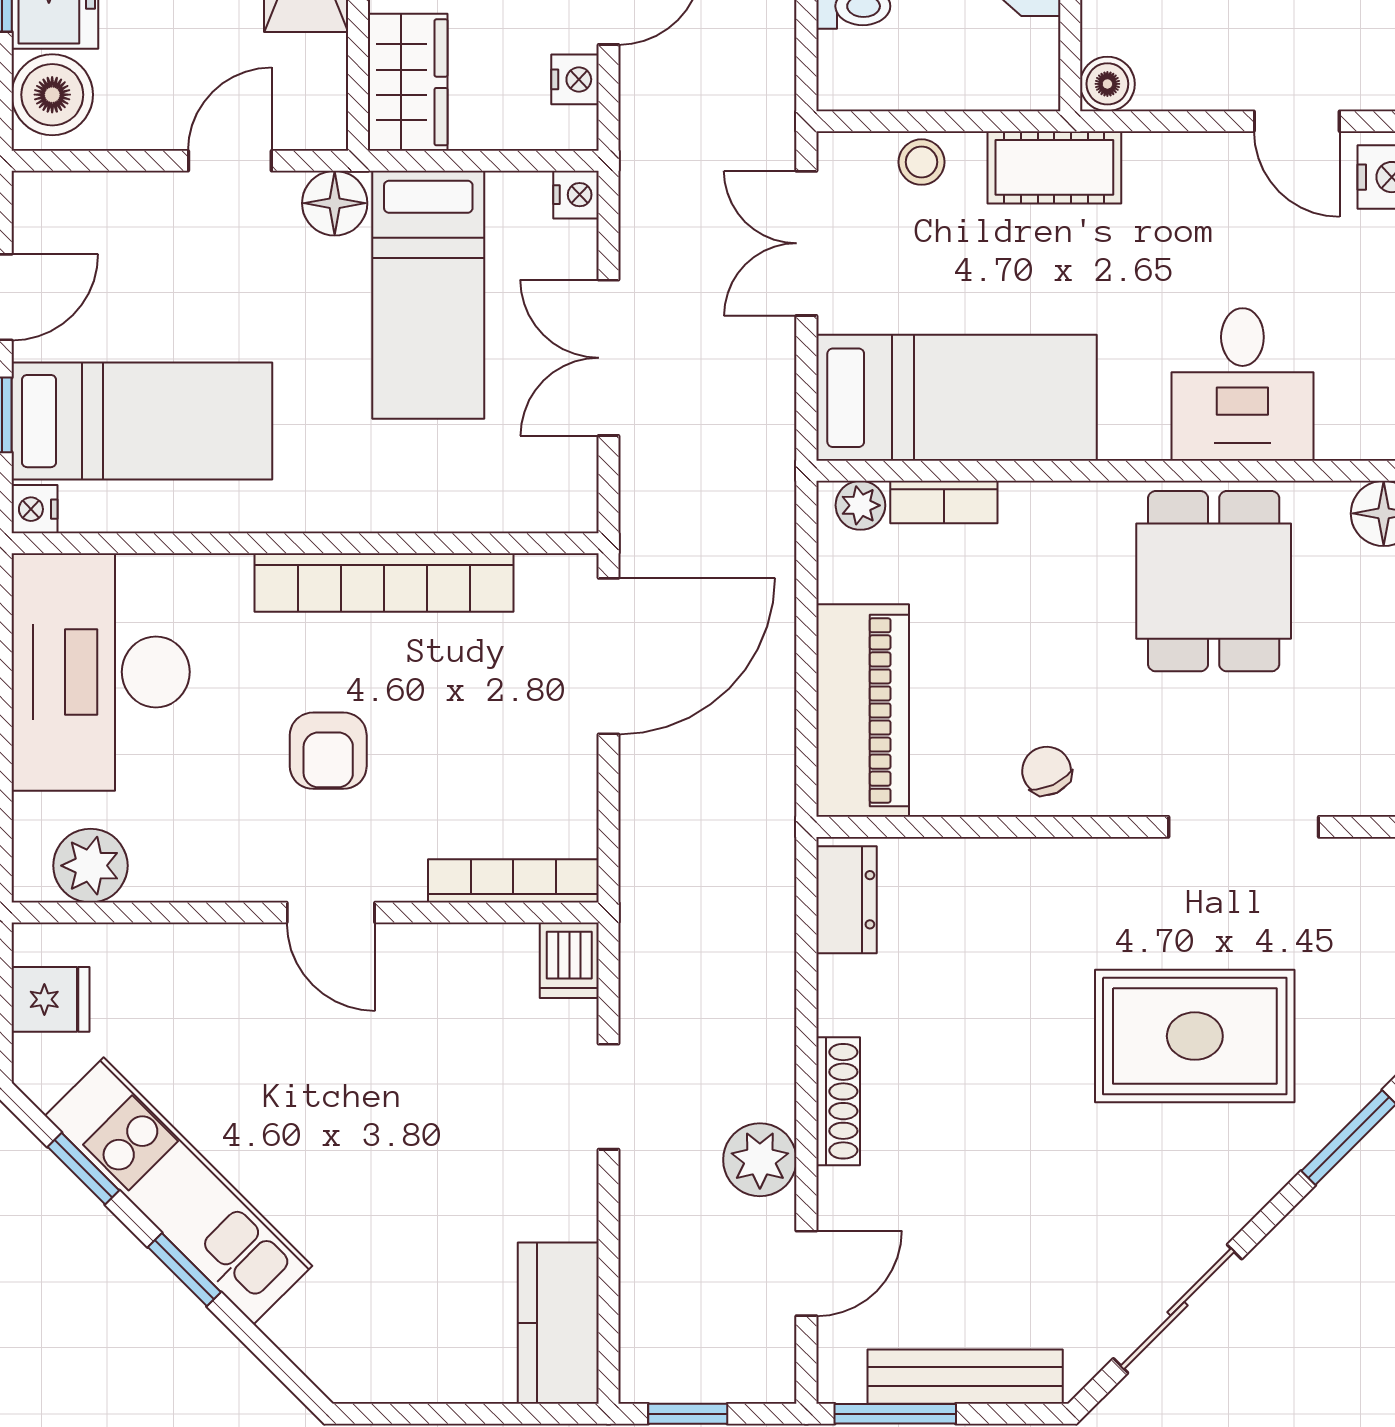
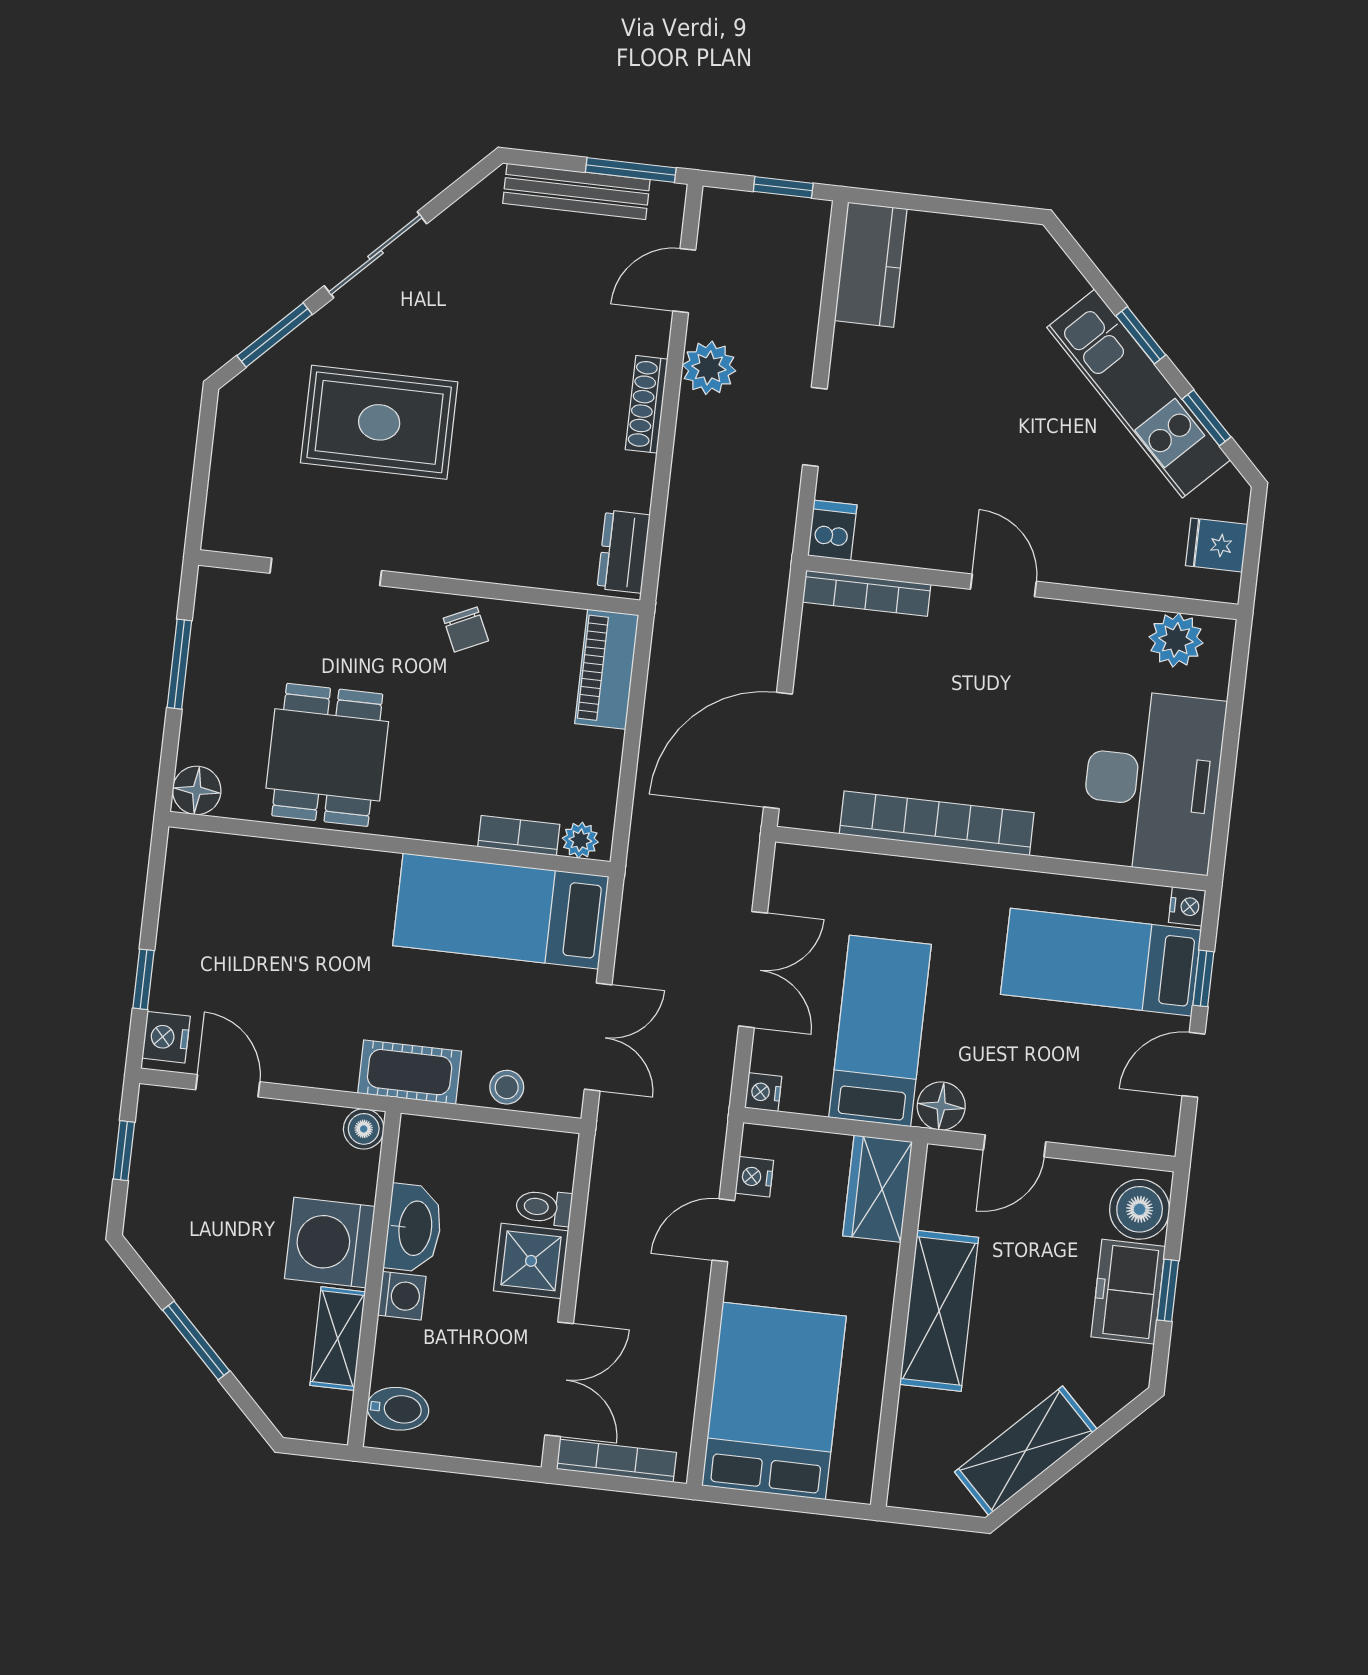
desk: (1242, 384) -> (290, 897), removed
piano: (863, 710) -> (607, 669), width x0.73, depth x0.75
armchair: (328, 751) -> (992, 704), removed
sliding door: (1177, 1309) -> (375, 255), moved

